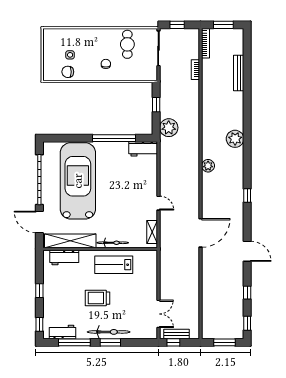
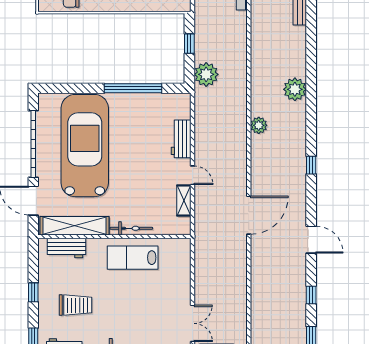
workbench: (143, 149) -> (181, 139), moved, turned 90
shelving: (152, 232) -> (184, 200), moved
trolley: (97, 298) -> (76, 305), moved, turned 180

